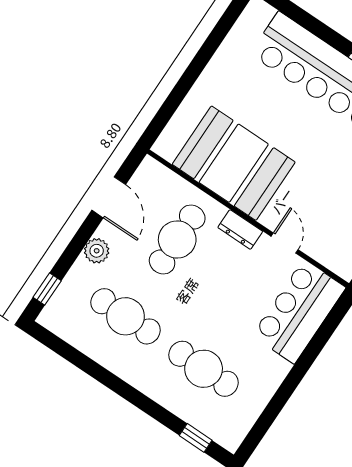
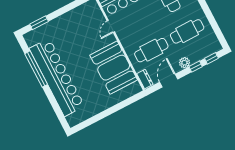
dresser: (240, 229) -> (145, 79), moved
window: (70, 255) -> (196, 67), added
cafe table: (126, 316) -> (187, 31), turned 90

